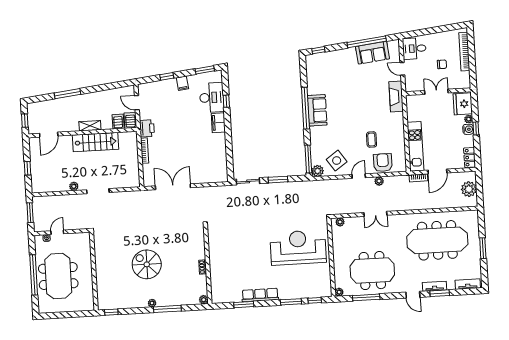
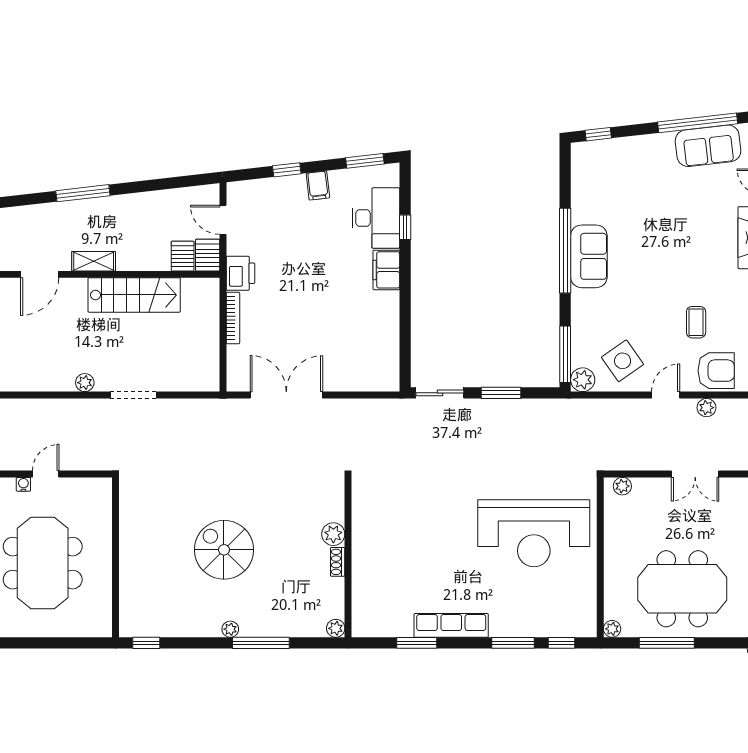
shelving: (90, 126) -> (94, 261), moved
armchair: (383, 163) -> (716, 371), turned 90
reception desk: (298, 248) -> (534, 533), turned 180
plant: (200, 254) -> (333, 534), added

